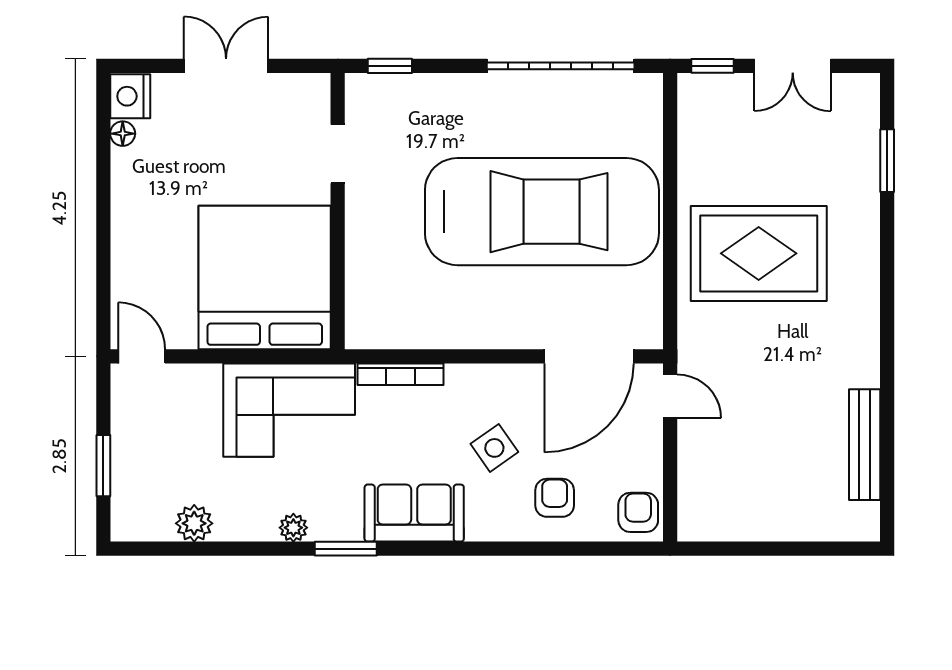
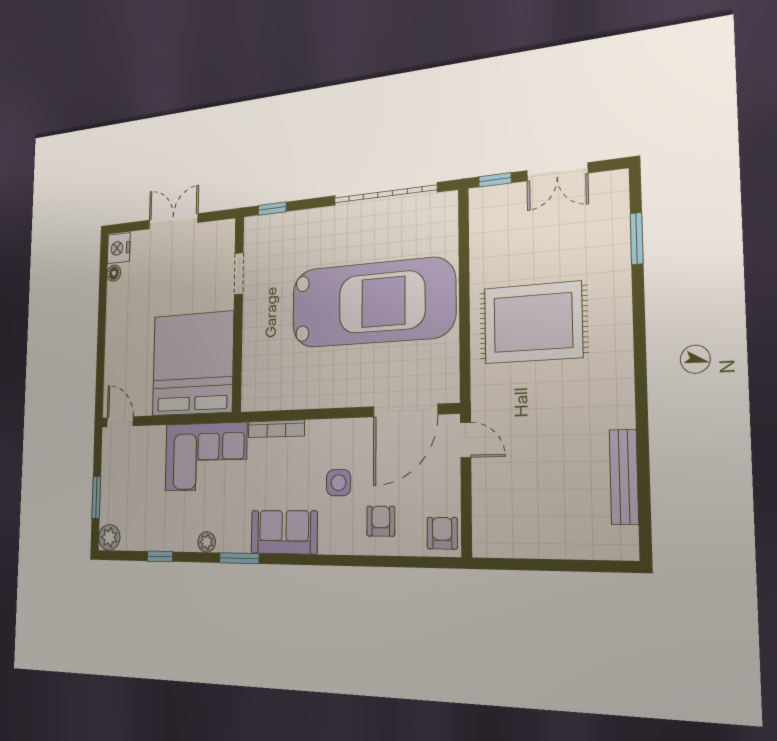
side table: (494, 448) -> (339, 483), turned 35
plant: (194, 523) -> (109, 537), moved
window: (217, 549) -> (160, 556), added

